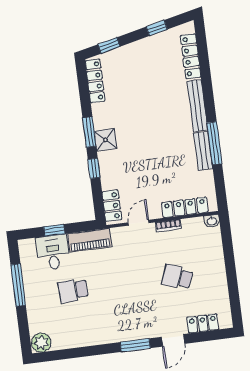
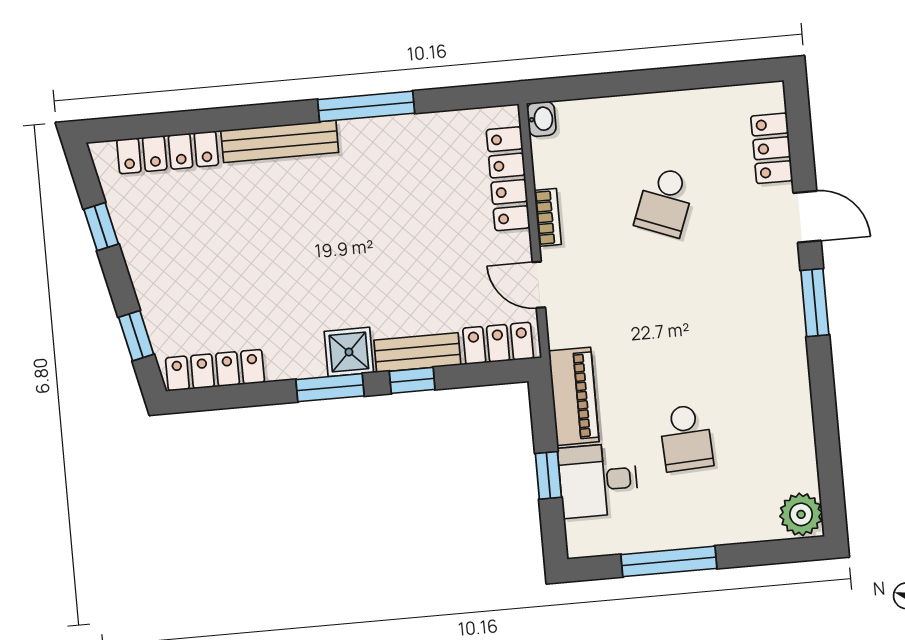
bench: (203, 151) -> (417, 353), moved

